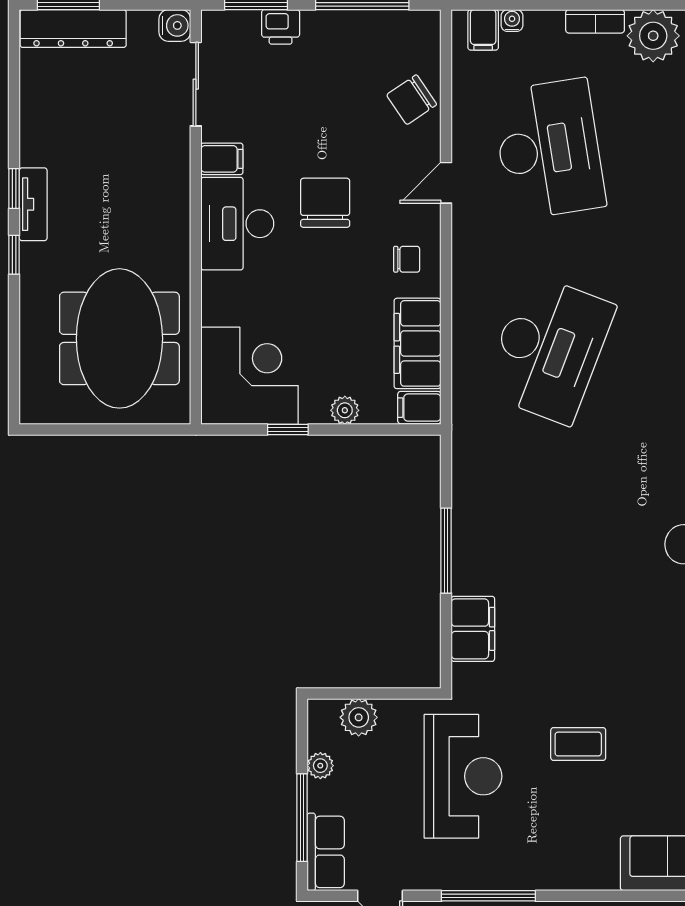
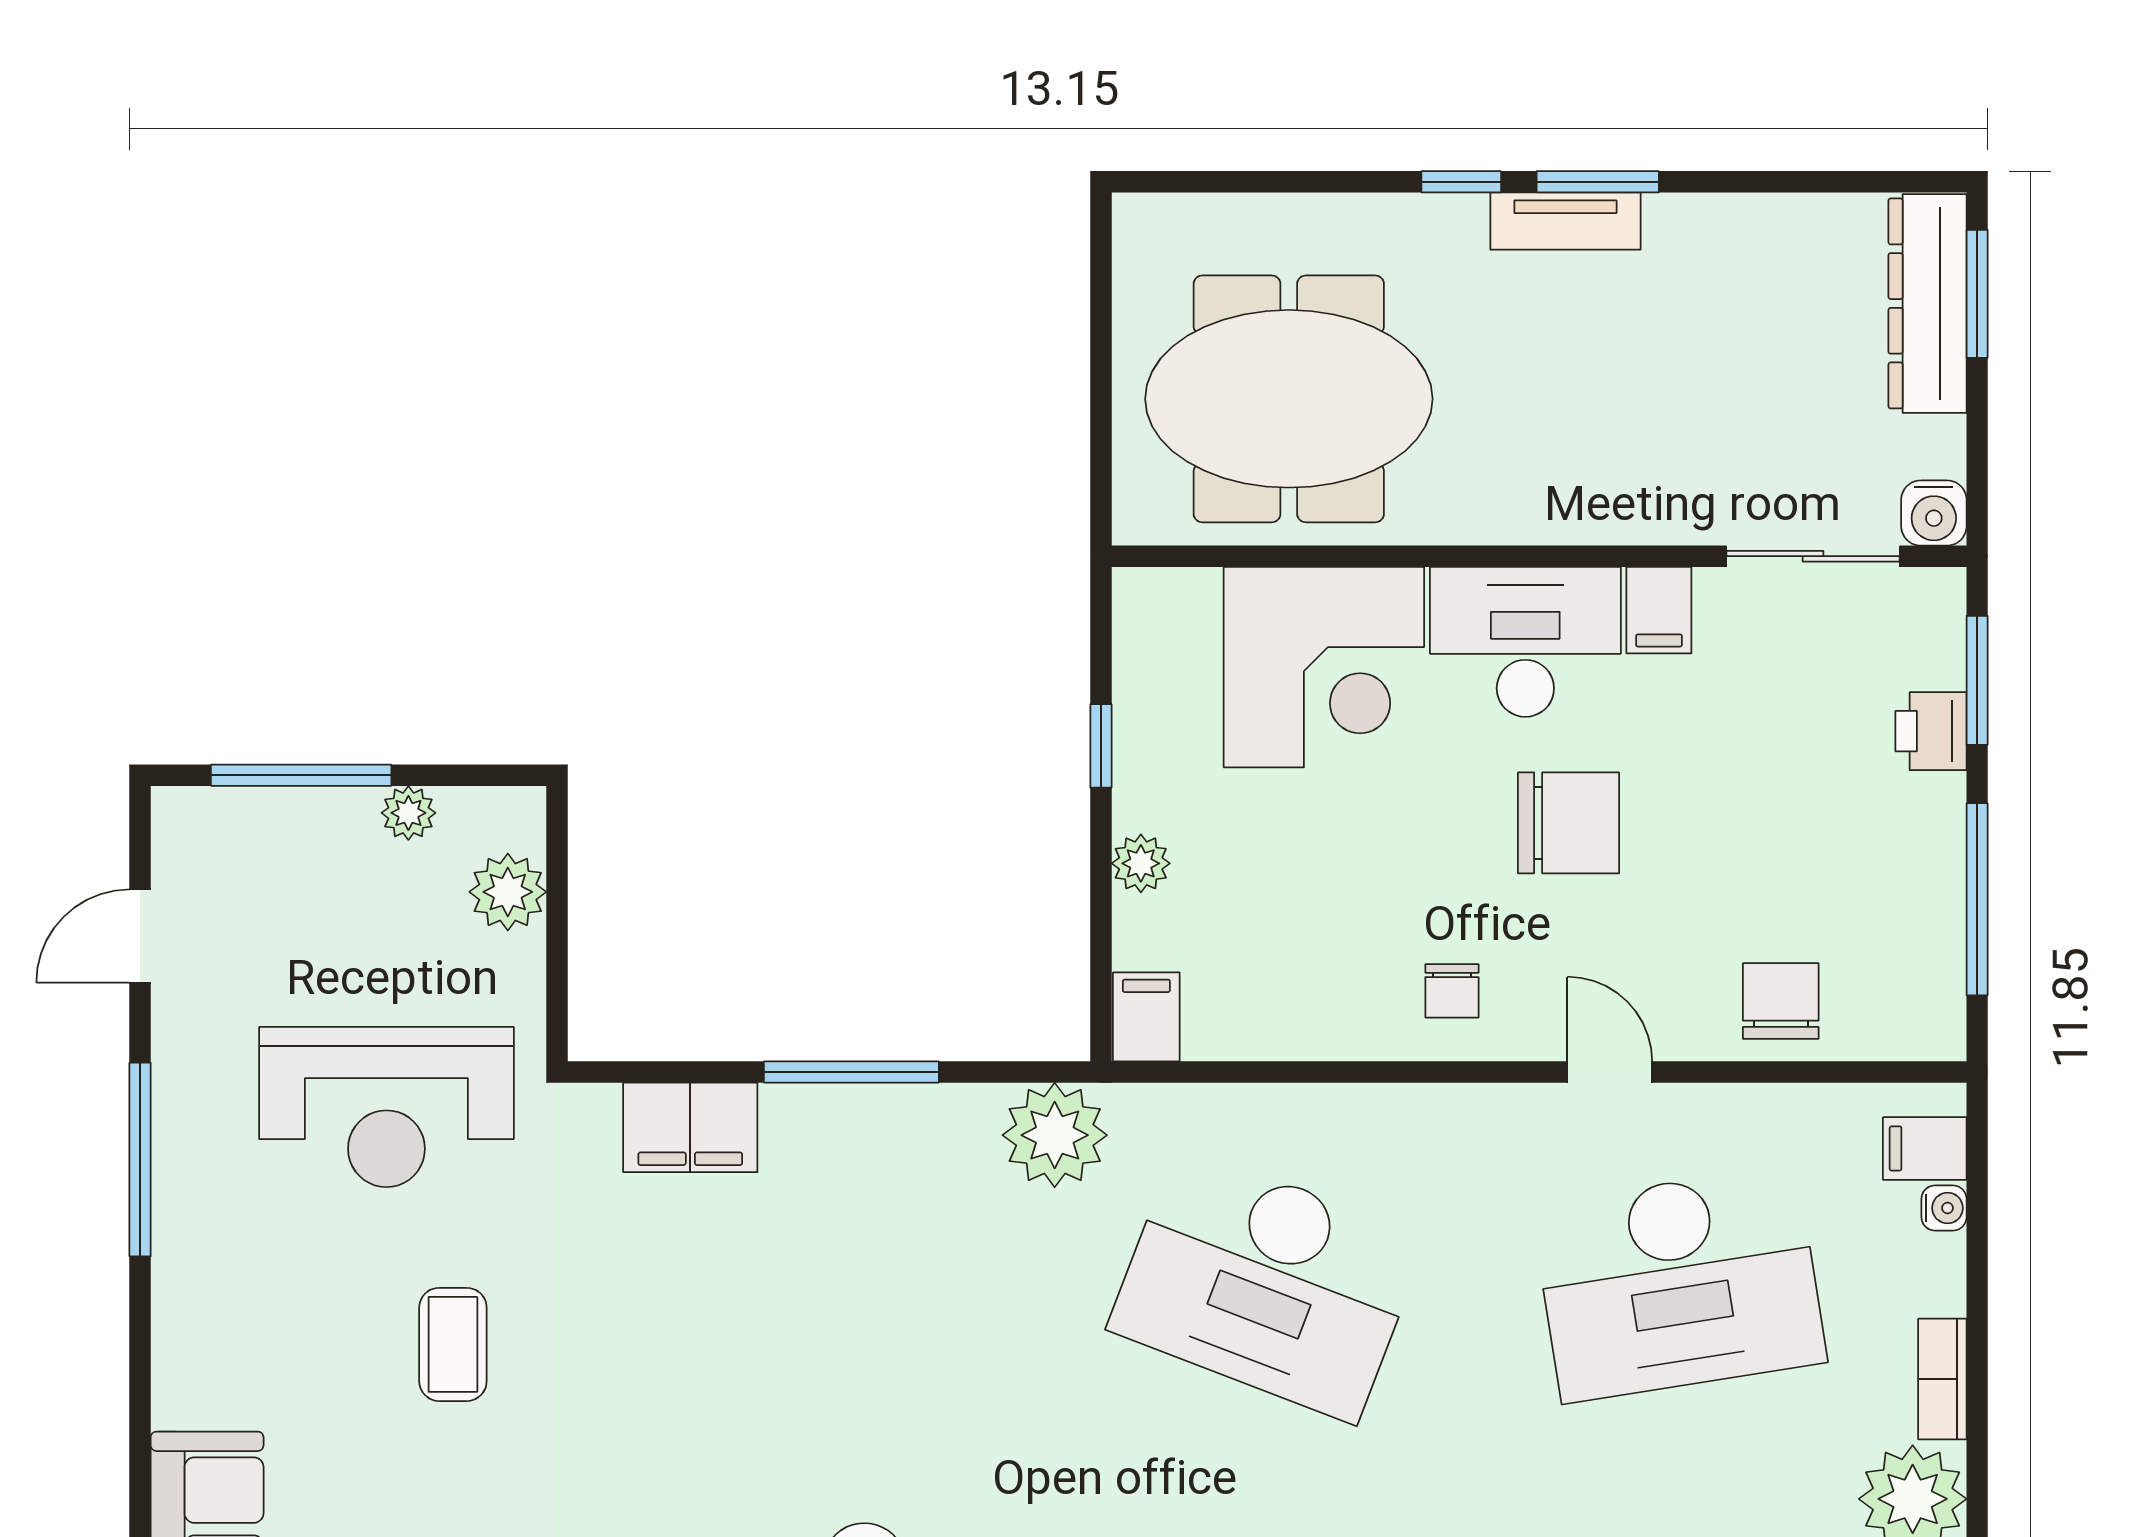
chair: (412, 100) -> (1781, 1001), turned 34
window: (14, 189) -> (1598, 182), width x1.50
filing cabinet: (417, 343) -> (1278, 1013), removed
corner desk: (250, 376) -> (1324, 667), moved
plant: (477, 452) -> (1055, 1135), added
row of seats: (326, 852) -> (231, 824), removed

